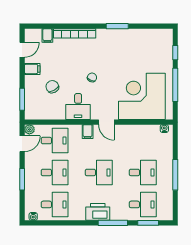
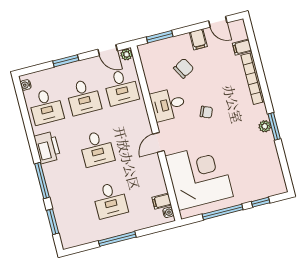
plant: (115, 34) -> (265, 126), added
filing cabinet: (88, 132) -> (162, 201), moved
desk: (143, 204) -> (73, 210), removed
printer: (98, 212) -> (47, 148), moved

